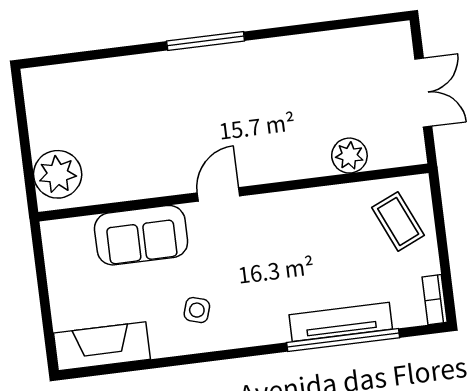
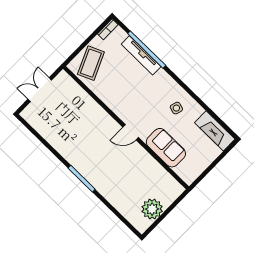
plant: (349, 156) -> (82, 98), removed
plant: (58, 174) -> (152, 209), moved
coffee table: (398, 221) -> (91, 63), width x1.36, depth x1.30

